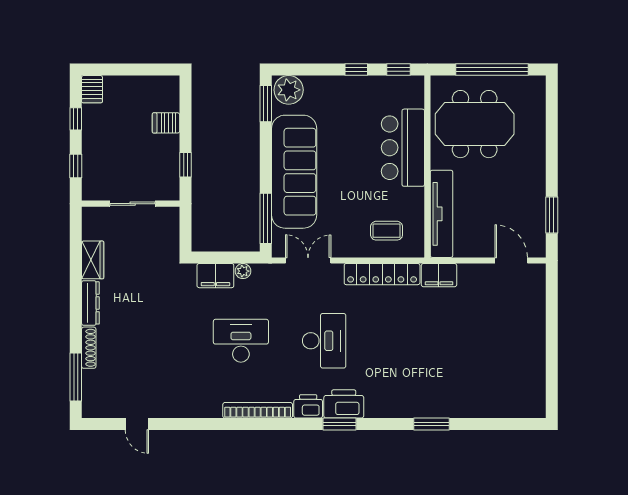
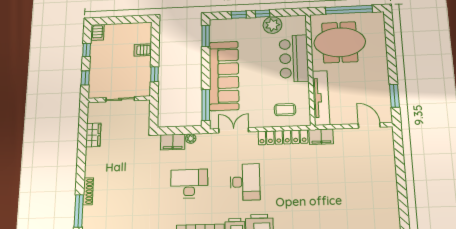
window: (399, 69) -> (239, 15), moved
plant: (289, 90) -> (272, 25), moved
dresser: (90, 303) -> (91, 162), removed

